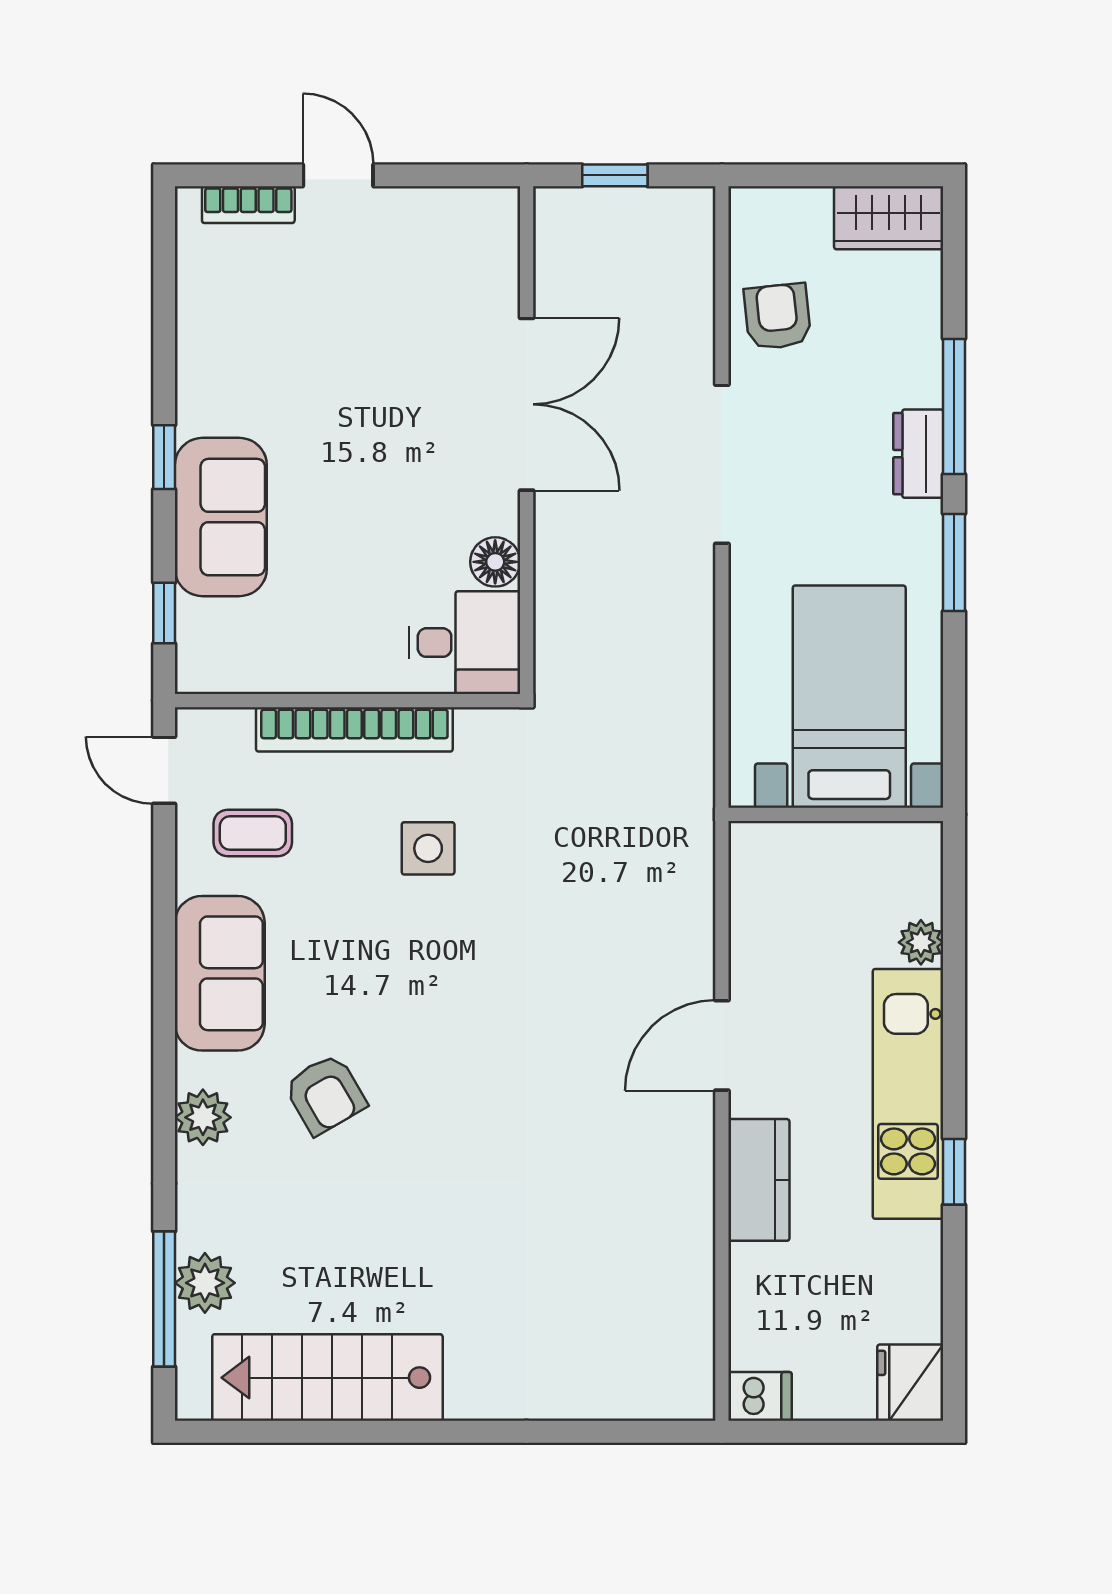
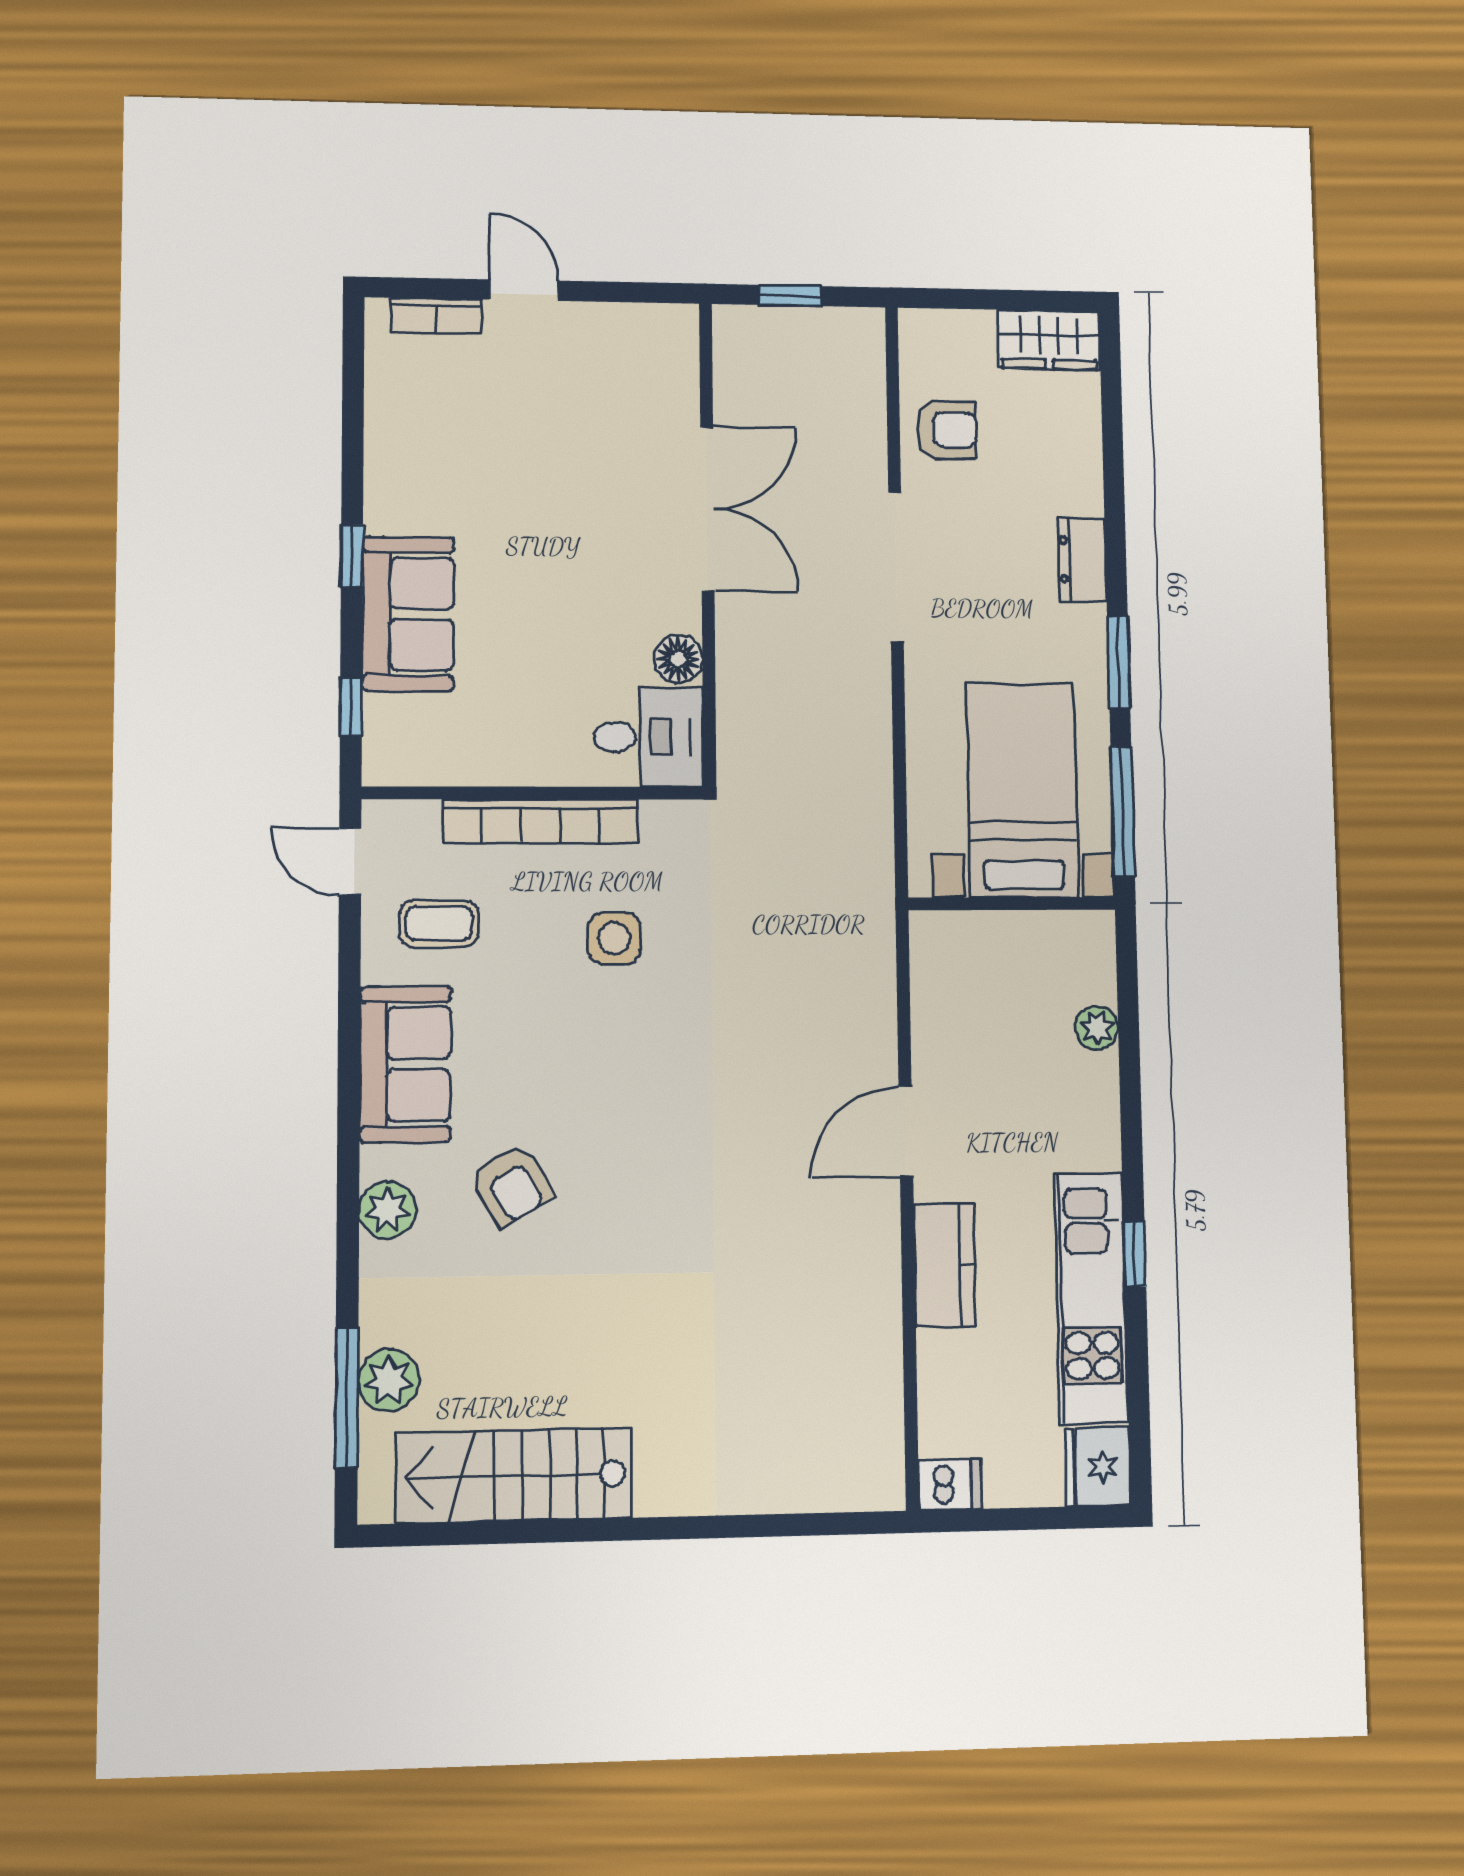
armchair: (777, 316) -> (946, 429), turned 96
window: (954, 406) -> (1123, 812), moved
kitchen unit: (908, 1094) -> (1091, 1298), moved

